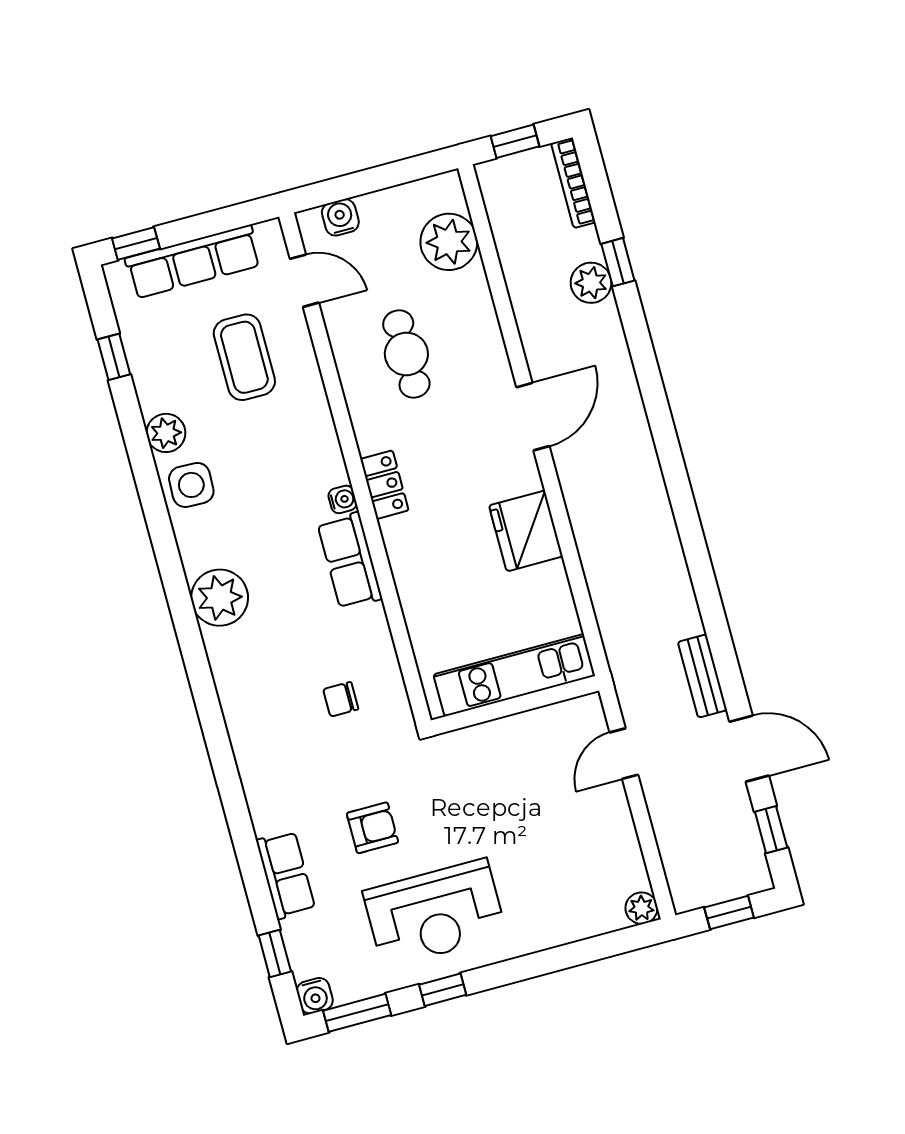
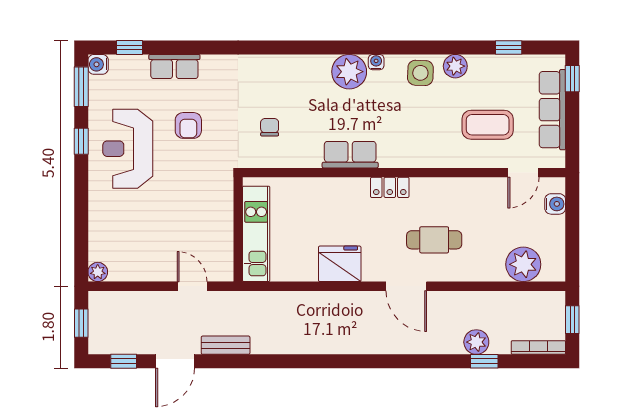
cafe table: (406, 354) -> (434, 240), moved
water cooler: (343, 499) -> (376, 62), moved, turned 180

